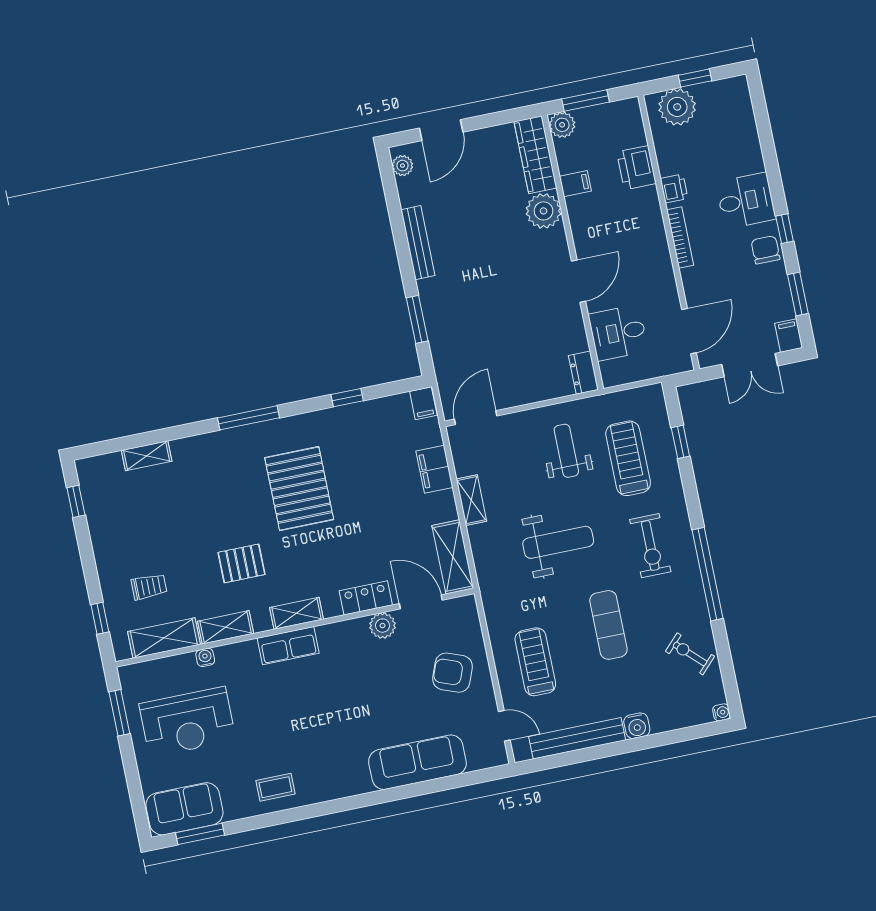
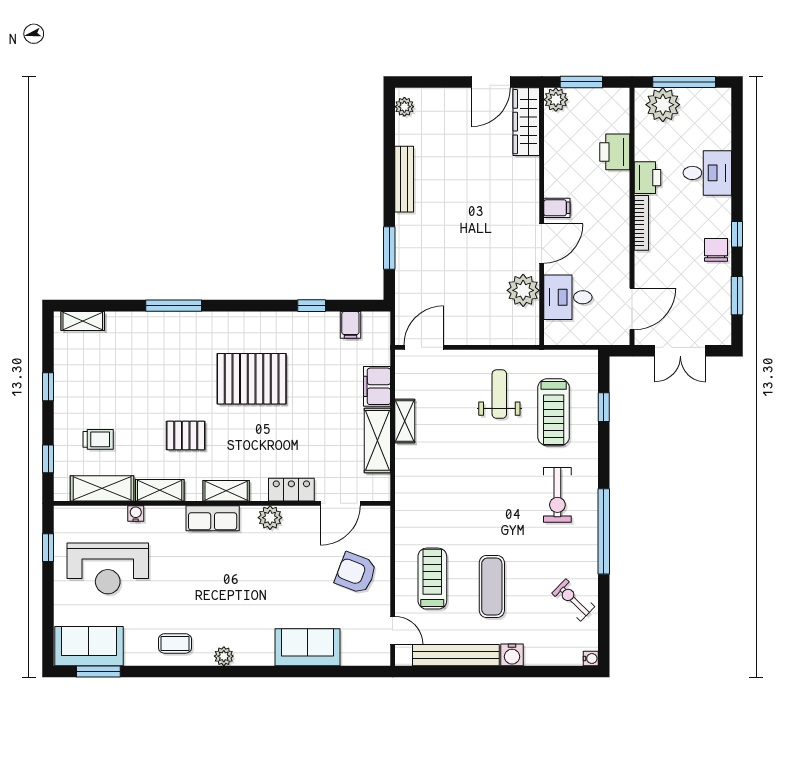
window: (695, 78) -> (684, 82), width x2.17
door: (441, 130) -> (491, 82), moved
filing cabinet: (575, 184) -> (557, 208), moved
printer: (674, 188) -> (647, 178), width x1.36, depth x1.24
desk: (746, 201) -> (707, 173), moved
plant: (544, 211) -> (523, 290), moved
filing cabinet: (789, 336) -> (721, 331), removed
dresser: (583, 373) -> (529, 327), removed
filing cabinet: (423, 403) -> (350, 325), moved
window: (249, 418) -> (174, 306), moved
shelving: (147, 456) -> (83, 321), moved
treadmill: (628, 458) -> (554, 412), turned 180
pallet: (299, 489) -> (252, 379), turned 90
window: (76, 501) -> (48, 387), moved
weight bench: (558, 542) -> (475, 475), removed
shelving: (453, 557) -> (377, 440), moved
door: (421, 602) -> (340, 503), swing flipped
exercise mat: (608, 625) -> (492, 587), moved
plant: (383, 626) -> (270, 518), moved
window: (119, 713) -> (48, 548), width x0.67
sofa: (417, 762) -> (308, 647), width x0.73
plant: (330, 790) -> (224, 656), added

